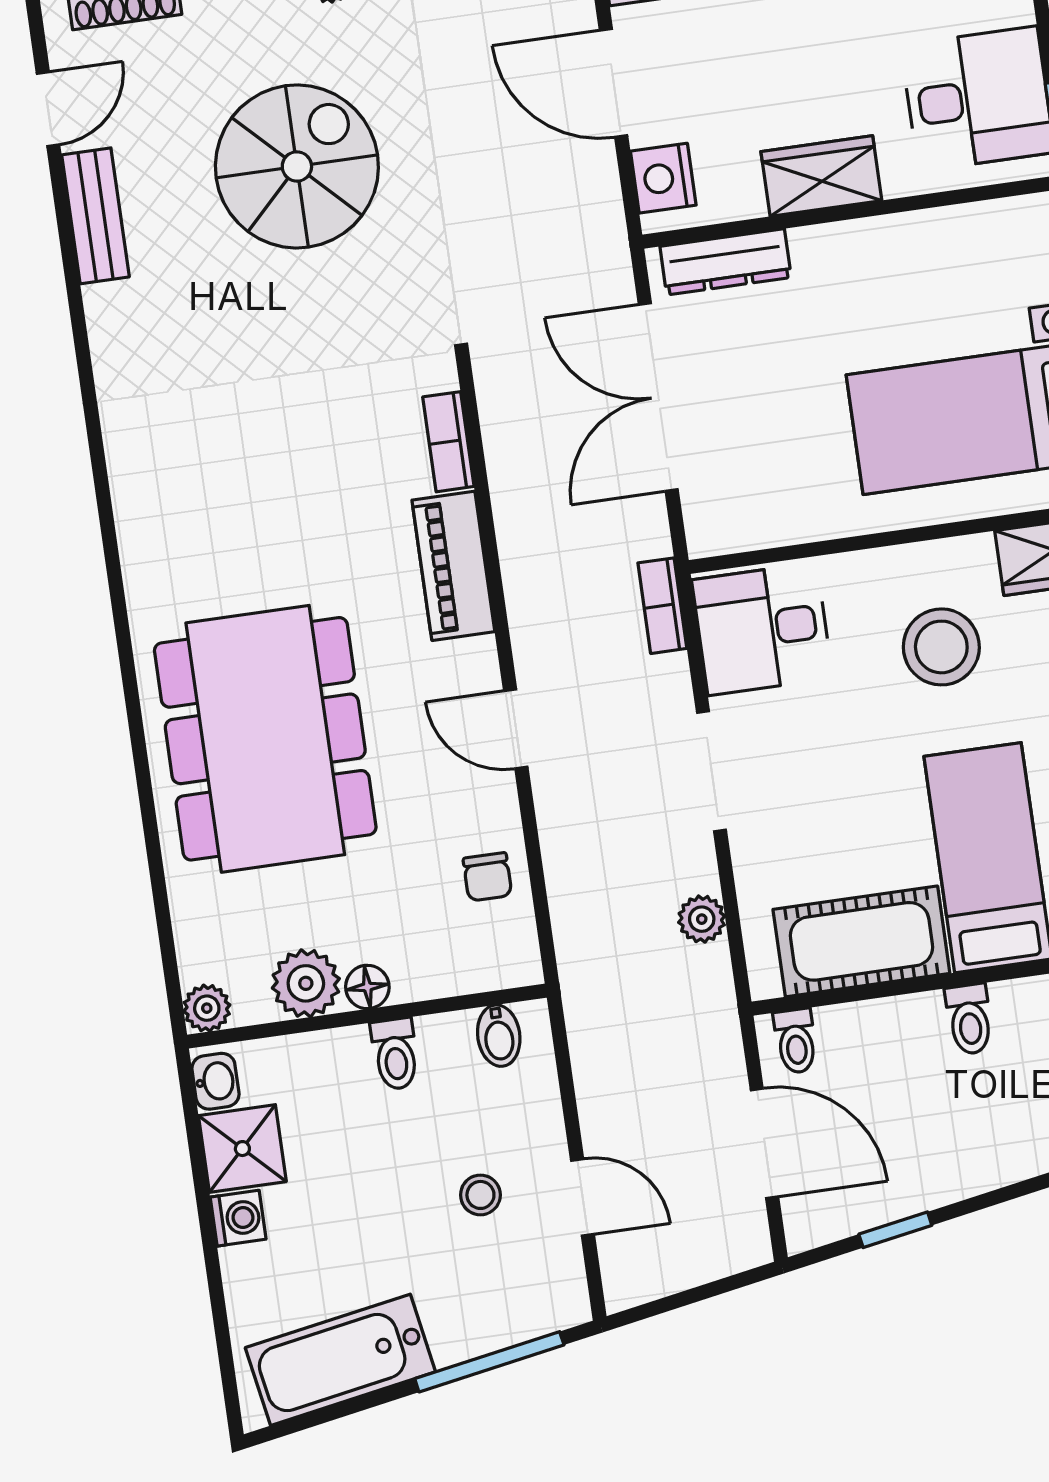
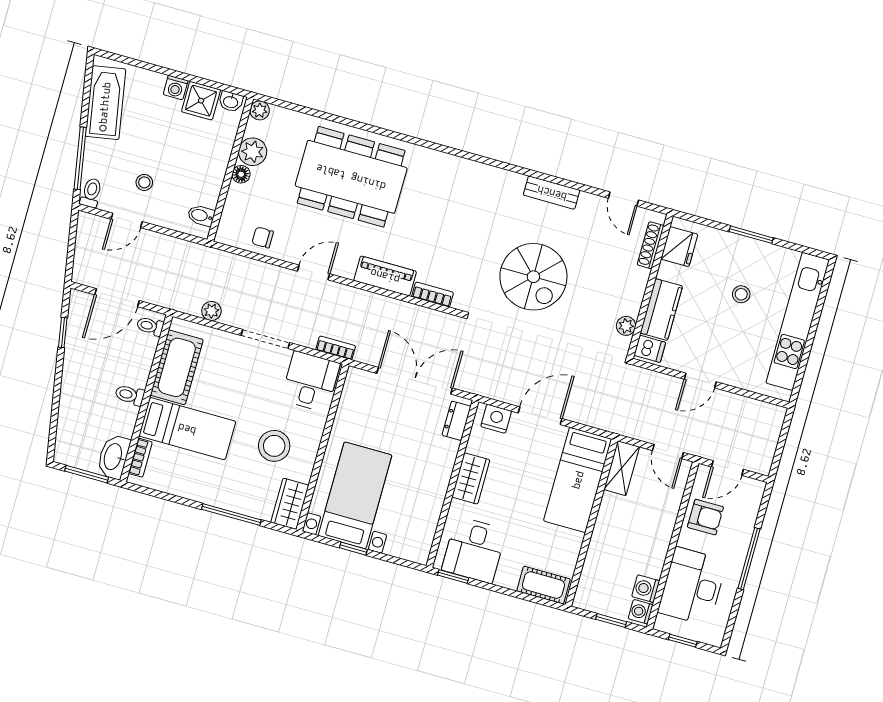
spiral stairs: (297, 166) -> (533, 277), moved
bench: (95, 216) -> (552, 193), moved
dresser: (726, 262) -> (456, 421), width x0.70
toilet: (395, 1054) -> (91, 193), moved, turned 90

